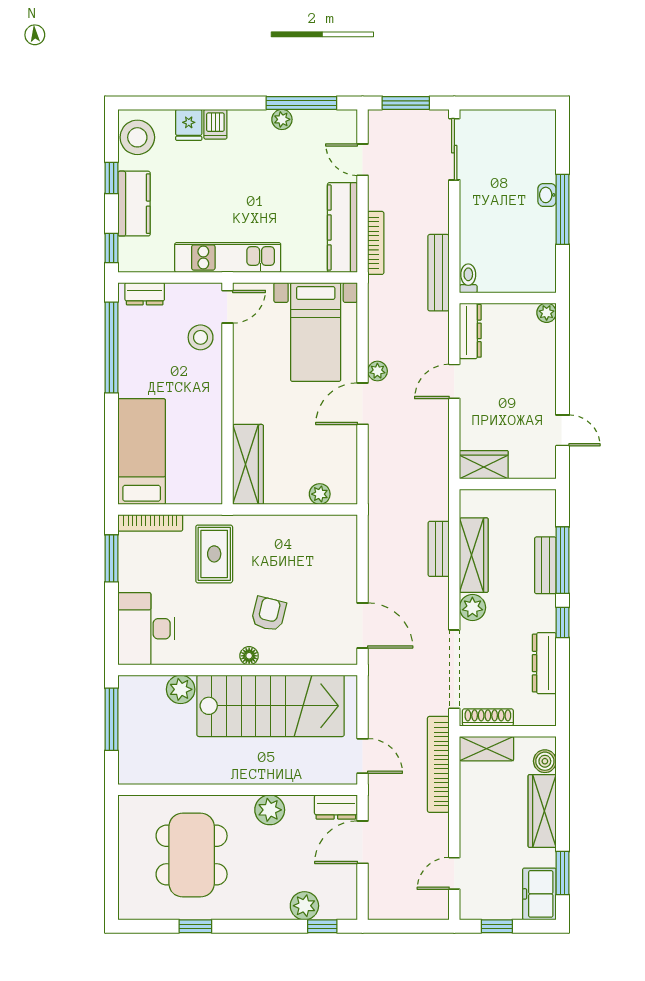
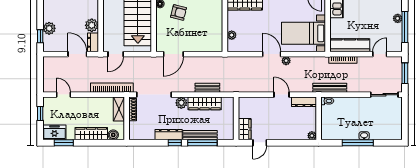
wardrobe: (484, 465) -> (245, 129), moved
bench: (545, 565) -> (200, 135), width x1.36
dresser: (544, 663) -> (169, 135), moved
plant: (270, 810) -> (92, 25), moved

